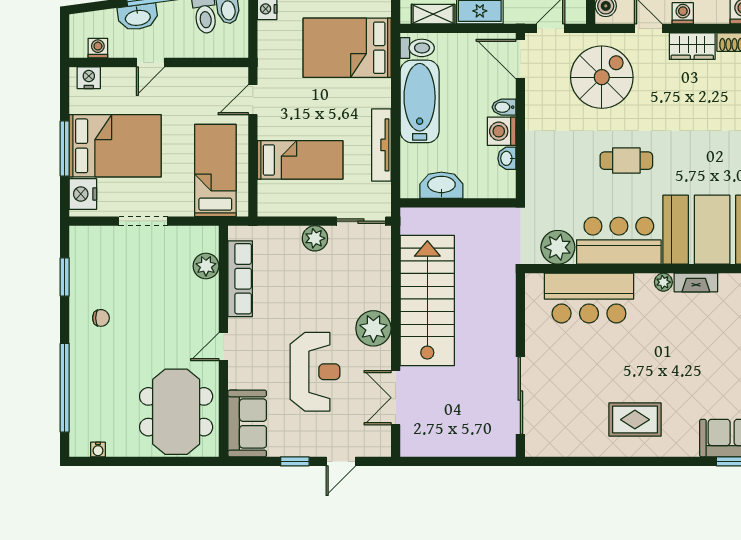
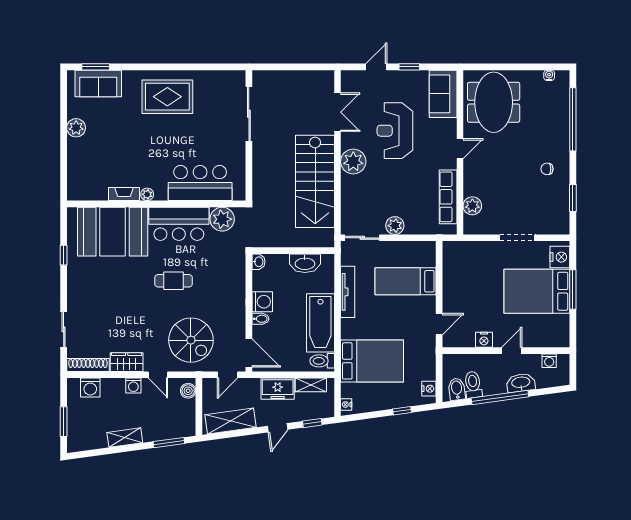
spiral stairs: (602, 77) -> (191, 340), turned -90
nightstand: (89, 78) -> (484, 340), moved
washbasin: (507, 158) -> (258, 262), moved
bed: (215, 171) -> (466, 274), removed
rug: (635, 420) -> (167, 97), width x1.36, depth x1.43

